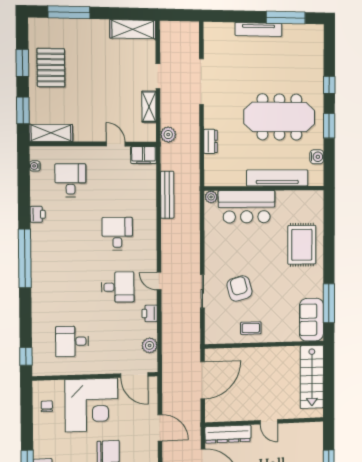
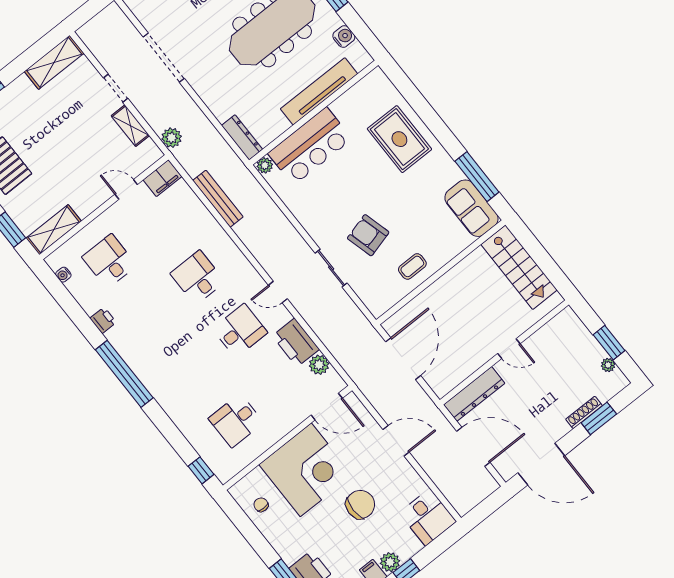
dresser: (211, 141) -> (242, 137), moved, width x1.44
printer: (150, 313) -> (296, 343), width x1.87, depth x1.48

